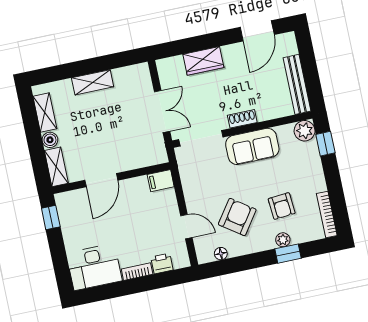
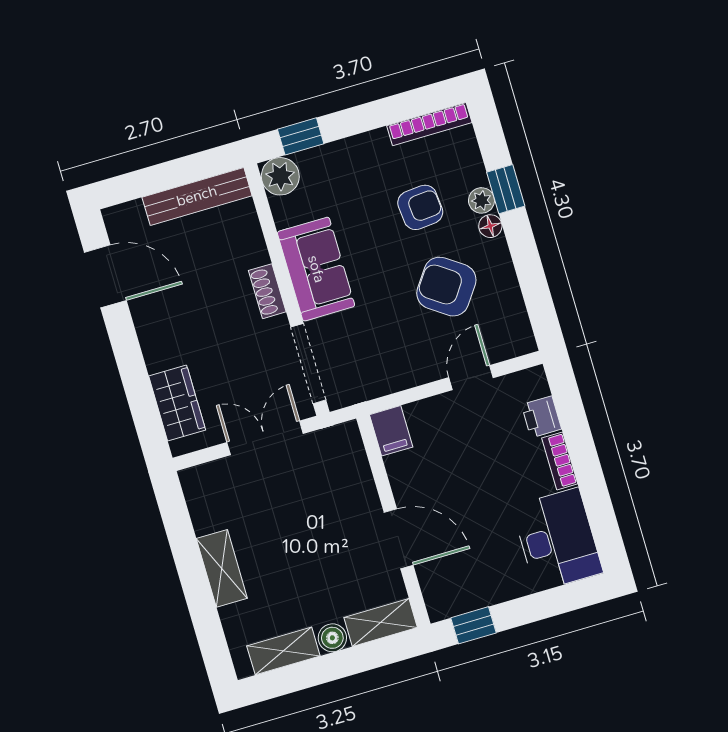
wardrobe: (203, 61) -> (177, 403), moved
floor lamp: (221, 254) -> (490, 226), moved

